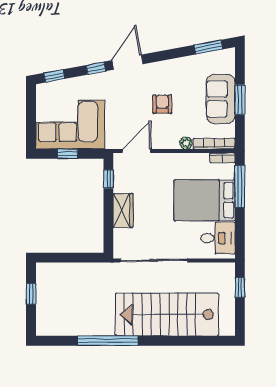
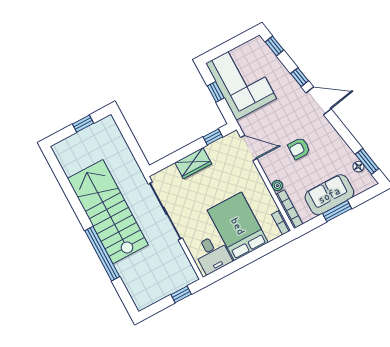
floor lamp: (209, 58) -> (358, 167), added
armchair: (162, 104) -> (299, 148), turned 180
window: (240, 186) -> (265, 250), removed
stairs: (167, 315) -> (108, 212), moved
window: (108, 341) -> (102, 254), moved

